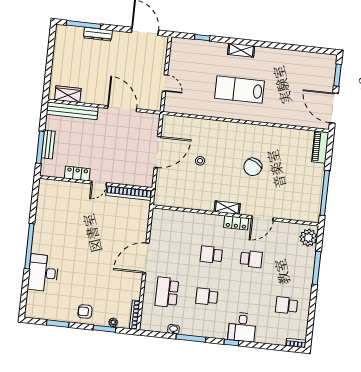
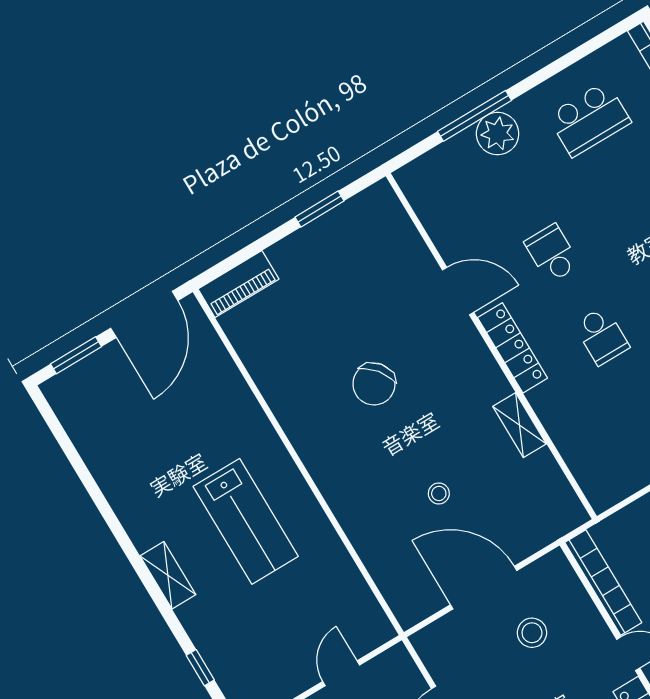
stool: (130, 157) -> (532, 633), added
chair: (253, 167) -> (374, 384), turned 114
window: (325, 193) -> (320, 209), width x0.47
shelving: (227, 208) -> (520, 425), moved
locker: (236, 223) -> (513, 348), width x1.53
plant: (308, 238) -> (498, 134), moved
school desk: (287, 305) -> (589, 119), width x1.85

